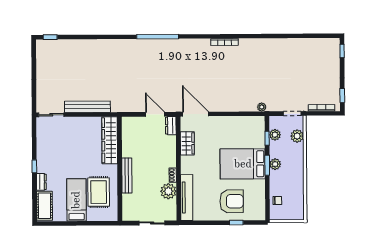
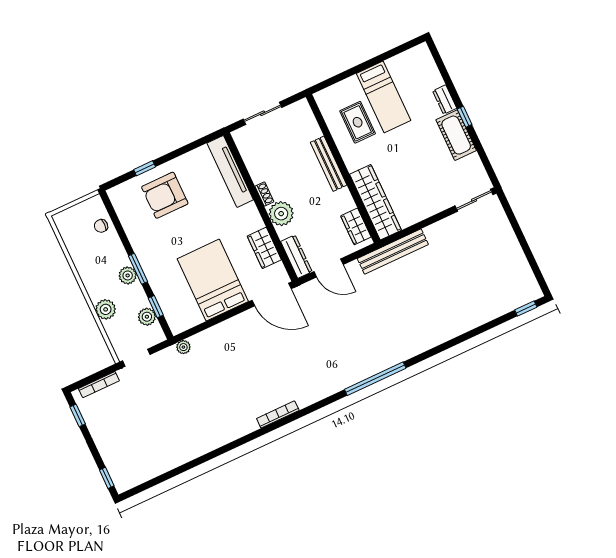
bench: (87, 107) -> (393, 252), moved
dresser: (171, 126) -> (296, 257), width x1.44
wardrobe: (128, 131) -> (356, 226), added
plant: (297, 136) -> (106, 309), moved
bed: (243, 164) -> (213, 280), moved, turned -90
plant: (168, 191) -> (281, 214), moved
rug: (99, 192) -> (358, 122), width x0.73, depth x0.70
cot: (44, 206) -> (456, 135), moved

